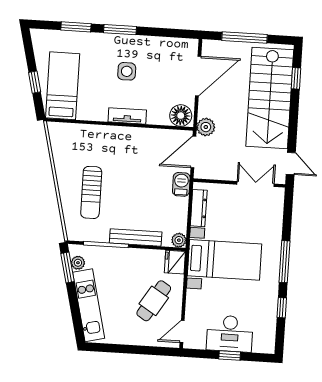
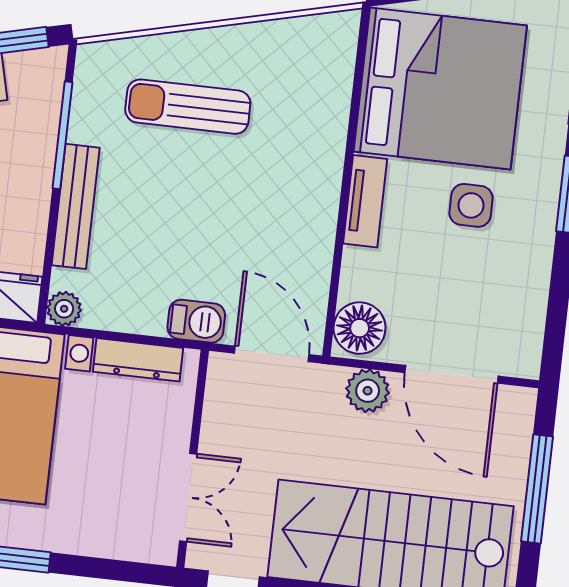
bed: (63, 86) -> (440, 89), width x2.04
plant: (206, 127) -> (368, 391), moved
plant: (78, 263) -> (23, 67), removed

